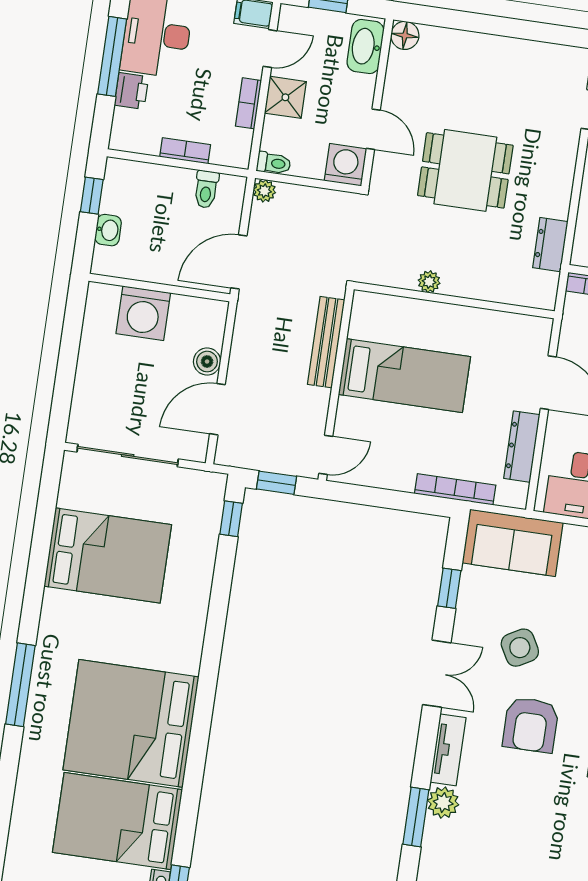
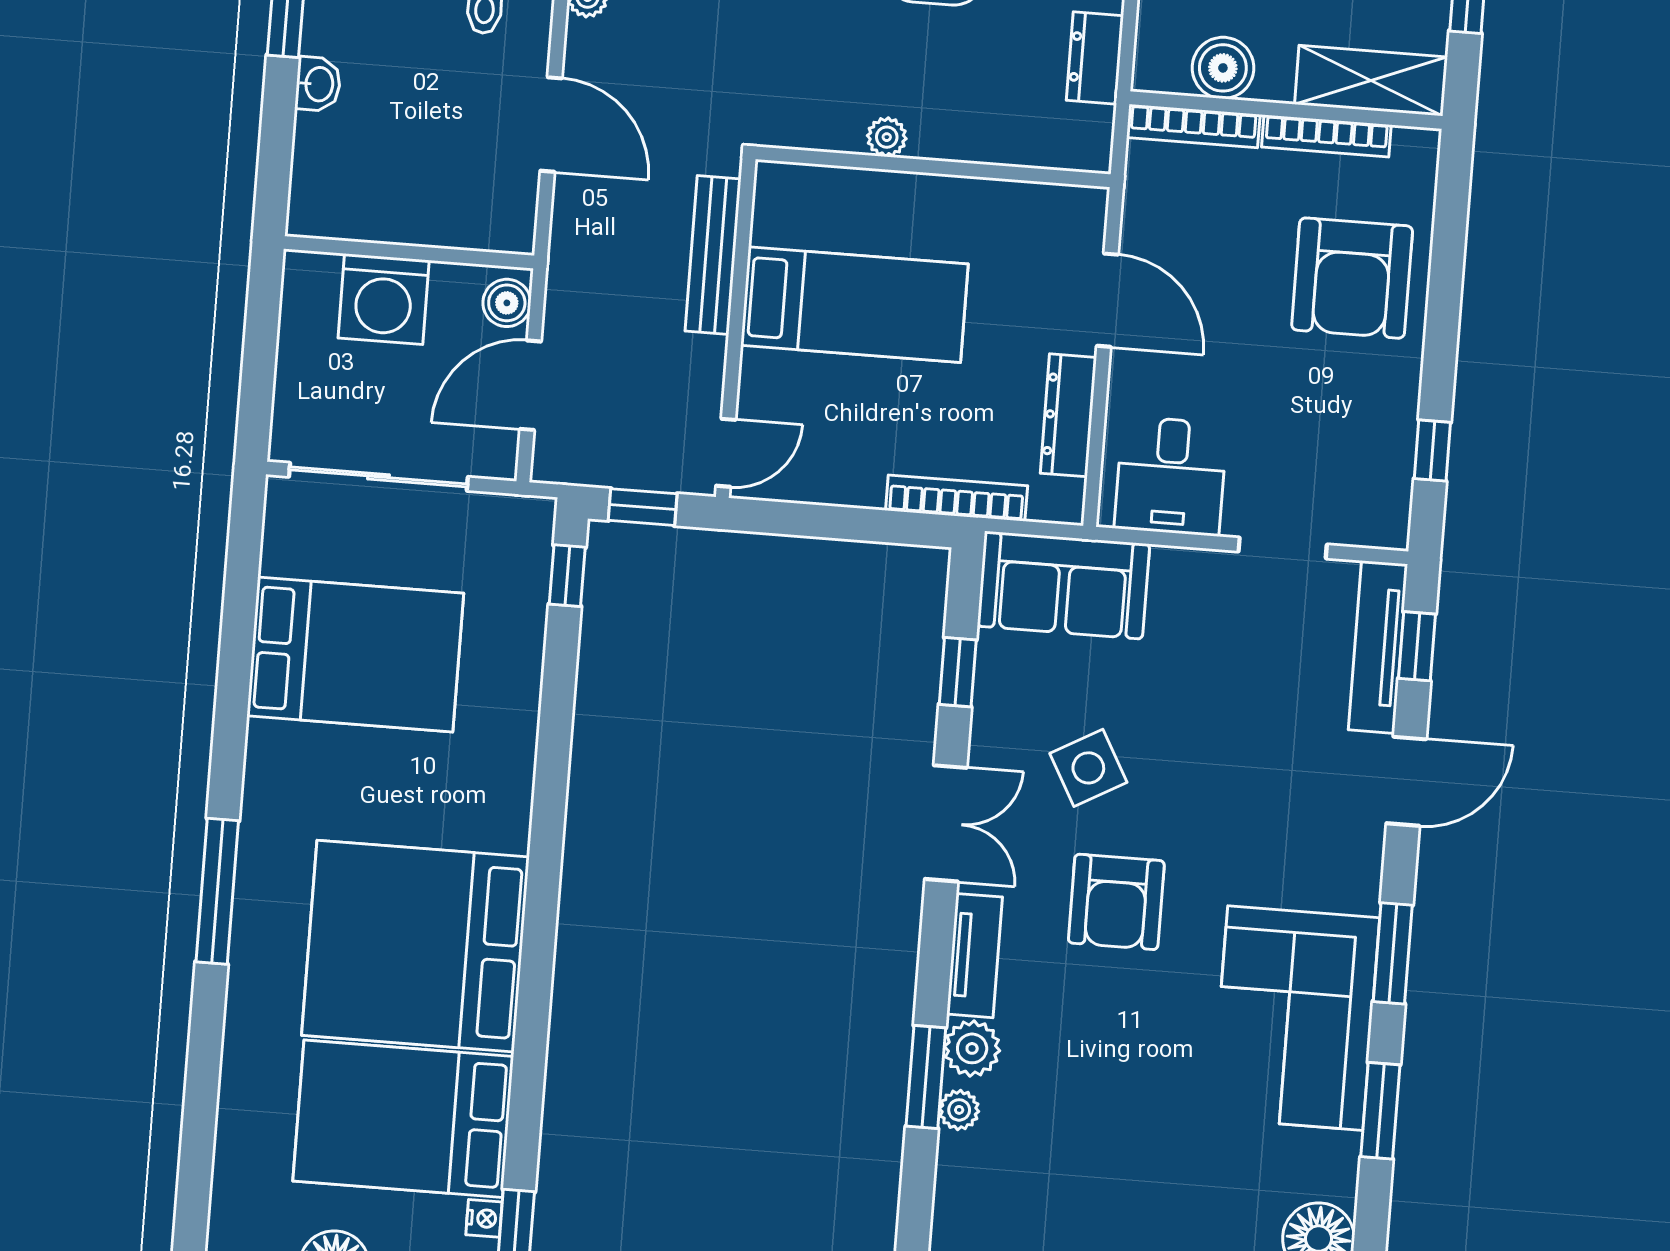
door: (239, 262) -> (551, 125), swing flipped
wall: (159, 288) -> (409, 252), moved
washing machine: (143, 313) -> (384, 299), moved
plant: (433, 837) -> (959, 1110), added

